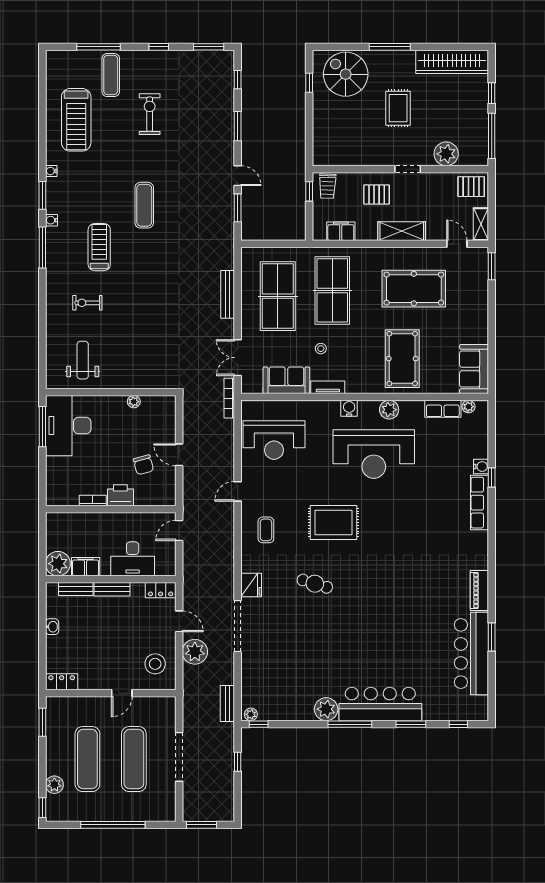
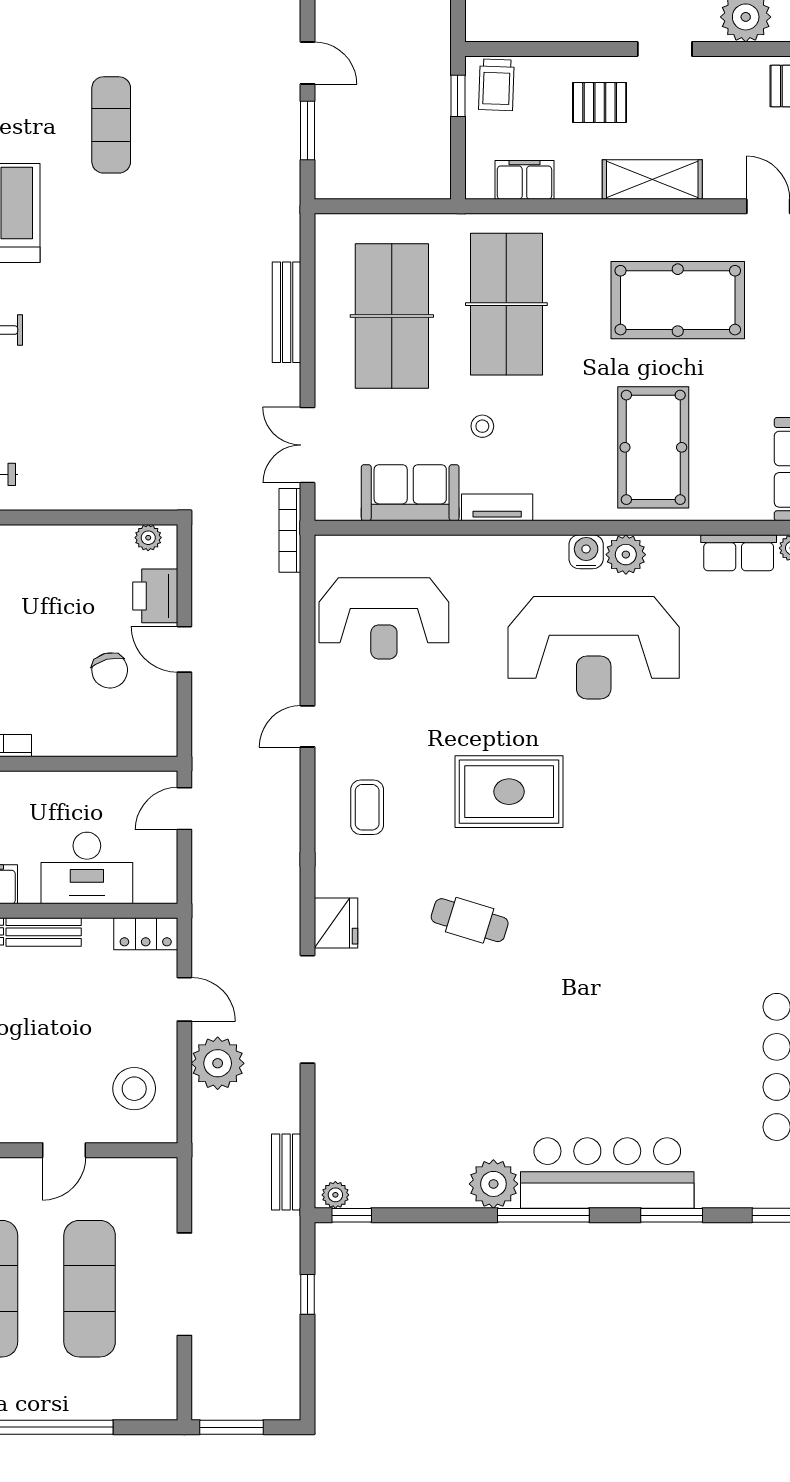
plant: (134, 402) -> (148, 538), moved
water cooler: (349, 408) -> (586, 552), moved
printer: (120, 495) -> (155, 596), moved, turned -90

